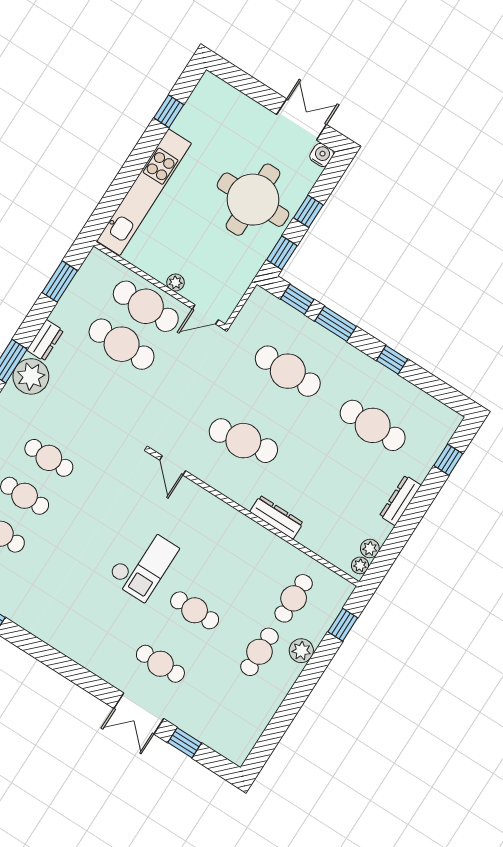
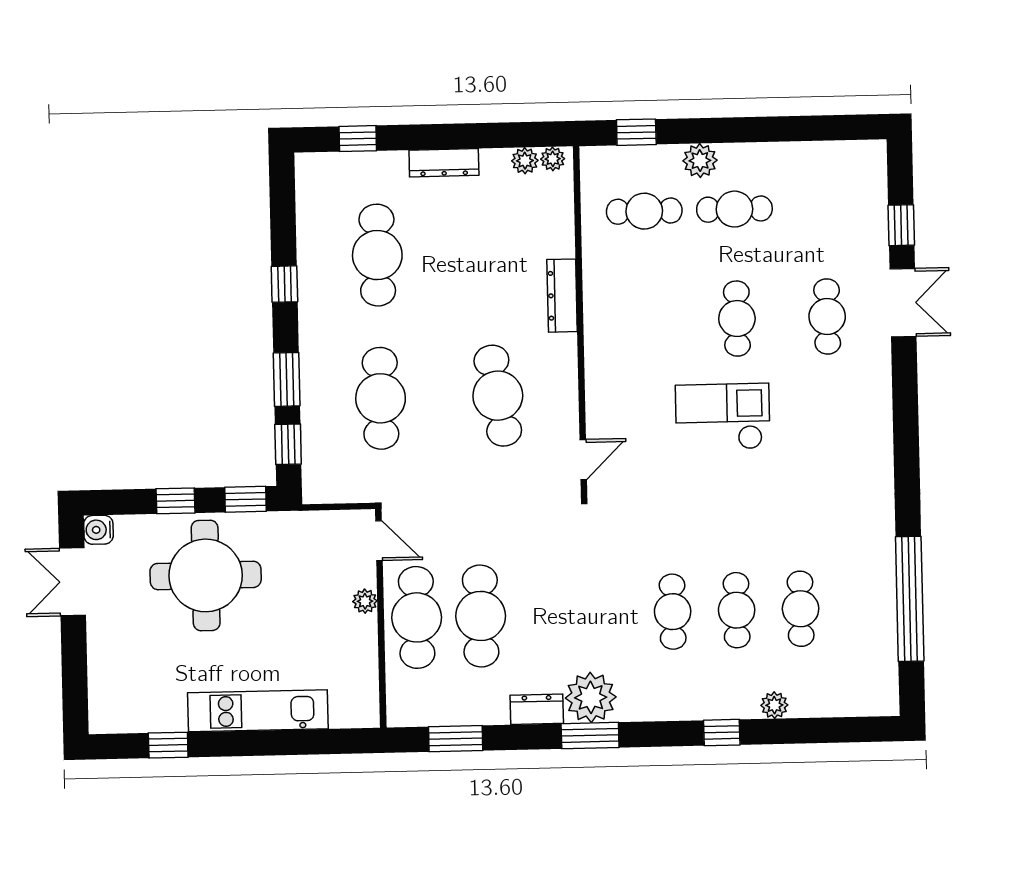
kitchen unit: (144, 192) -> (258, 711), width x0.73

